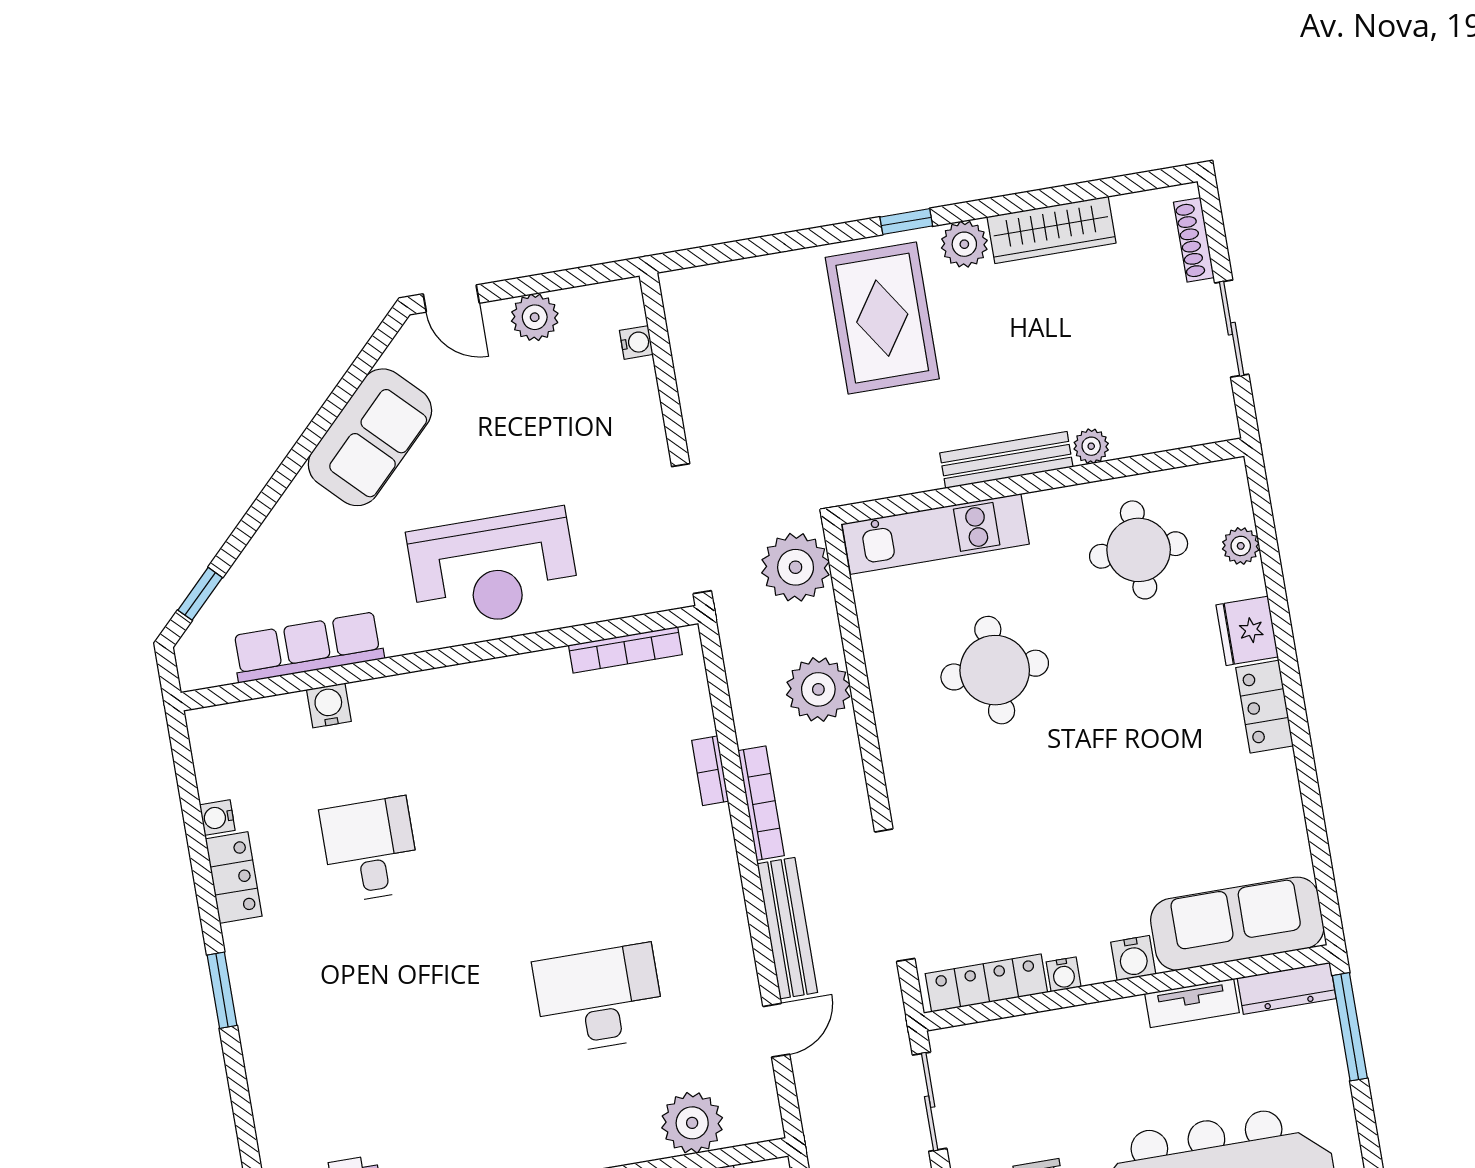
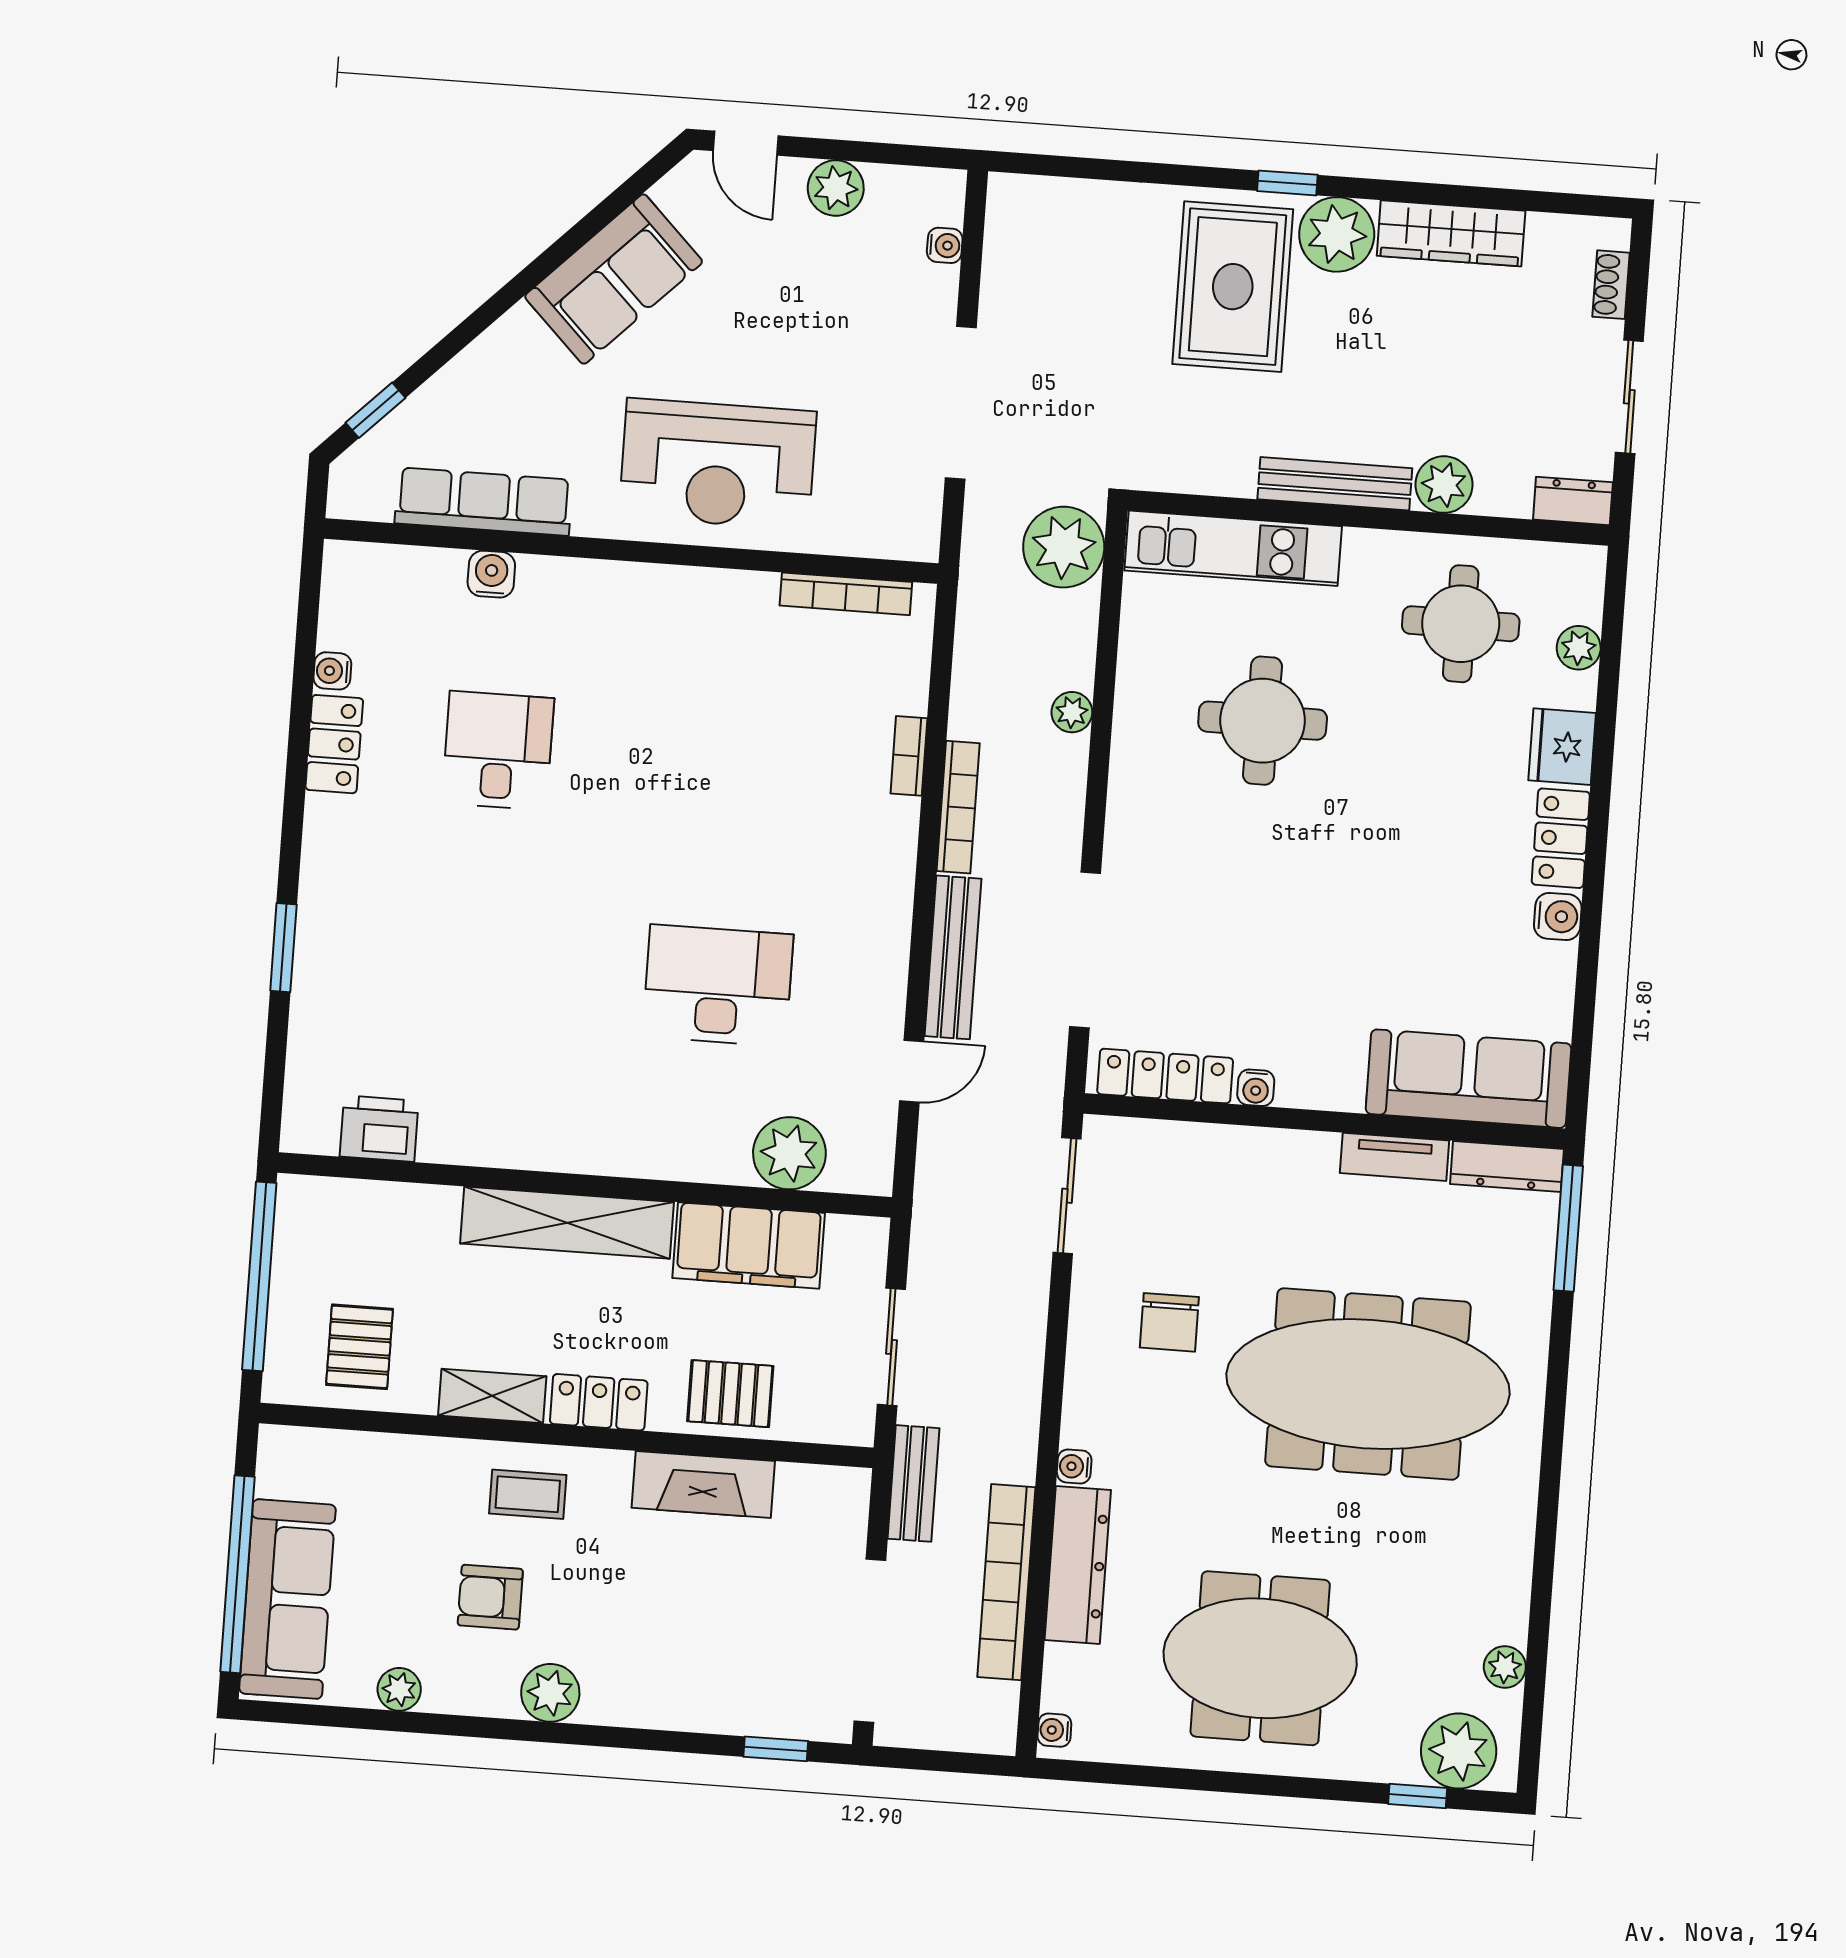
shoe rack: (1194, 240) -> (1611, 285), width x0.70
plant: (964, 244) -> (1337, 234), width x1.36, depth x1.36
dresser: (1206, 426) -> (1573, 501), added
plant: (1091, 446) -> (1444, 485), width x1.38, depth x1.38
doorway: (691, 529) -> (961, 403), moved
plant: (818, 689) -> (1072, 712), width x0.53, depth x0.53
water cooler: (1133, 958) -> (1558, 916), moved, turned -90
window: (222, 990) -> (283, 948), moved

